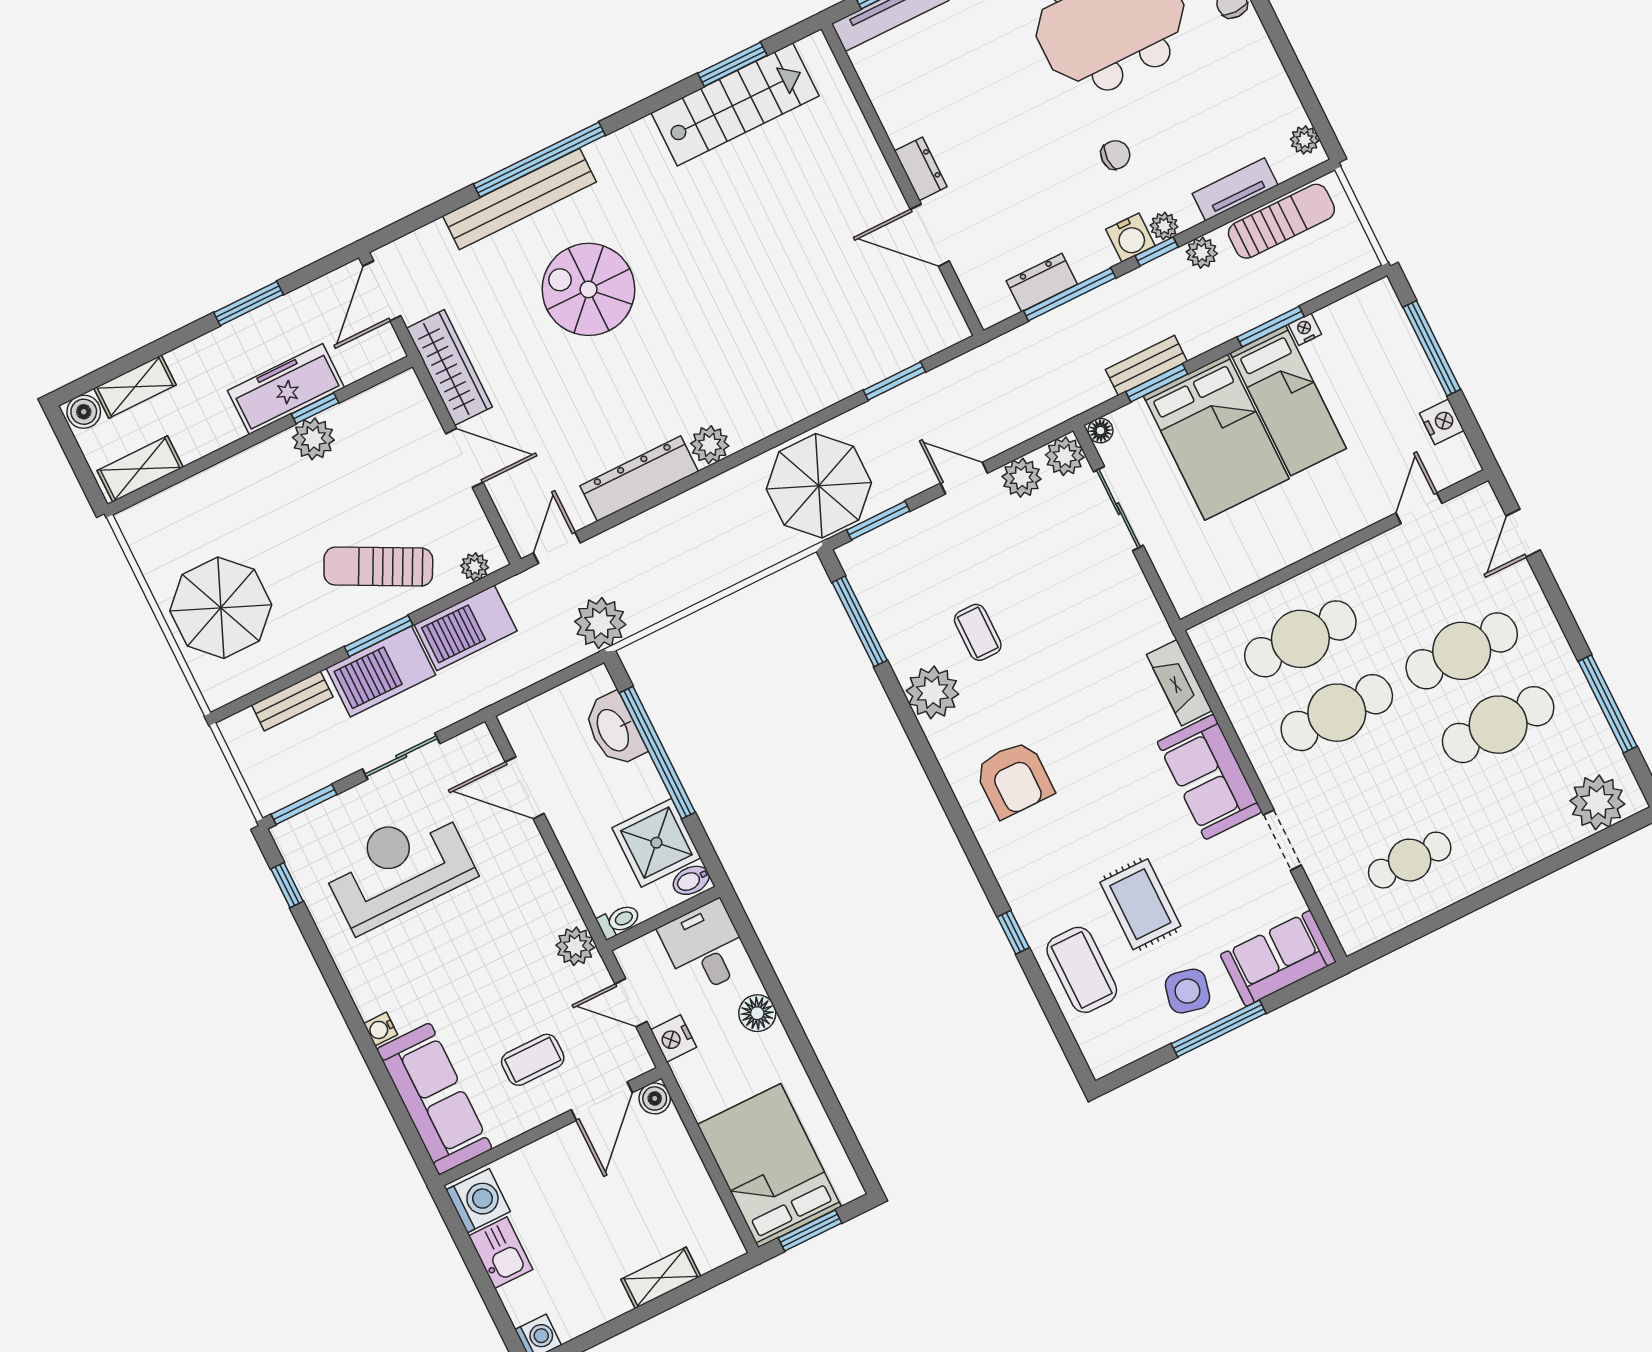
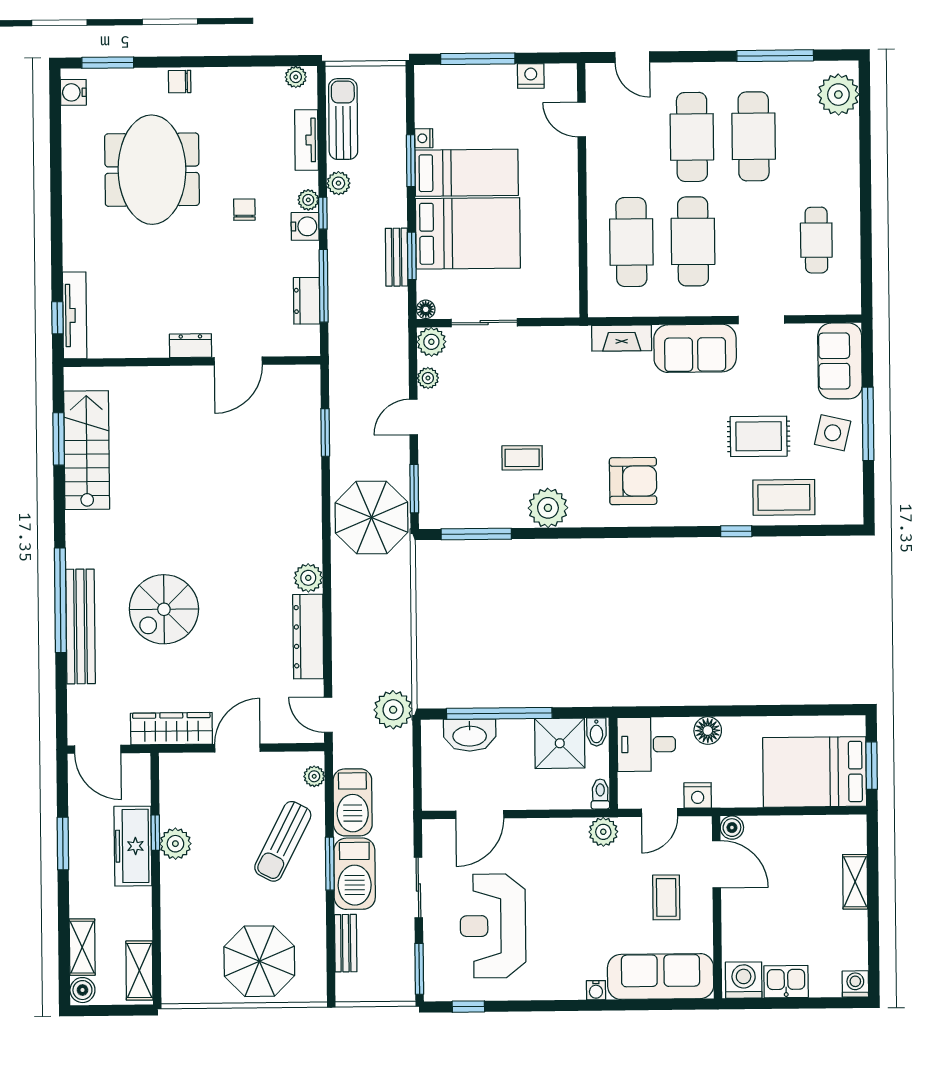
plant: (1022, 478) -> (428, 378), width x0.73, depth x0.73

